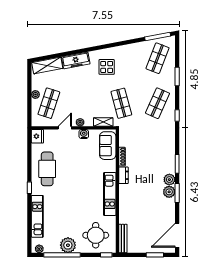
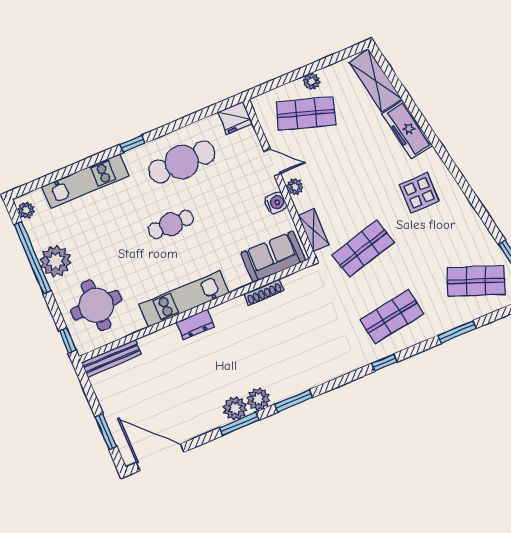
shop shelf: (158, 103) -> (392, 317), turned -33
dresser: (123, 175) -> (195, 325), moved
cafe table: (73, 186) -> (171, 224), added

